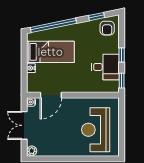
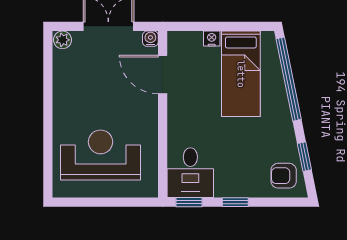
desk: (105, 67) -> (190, 173), moved

